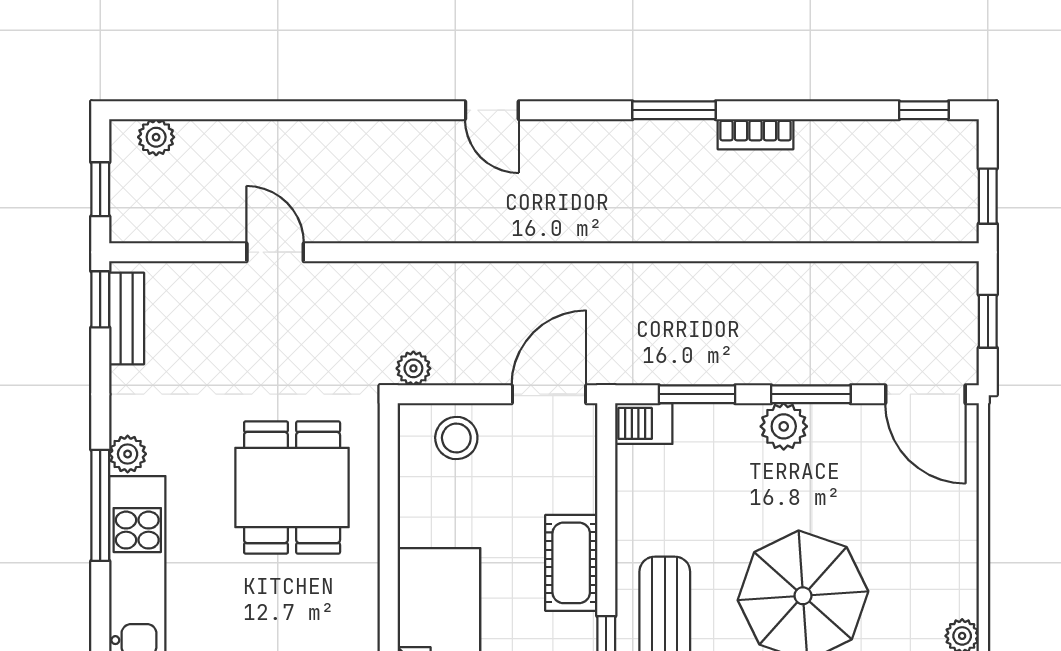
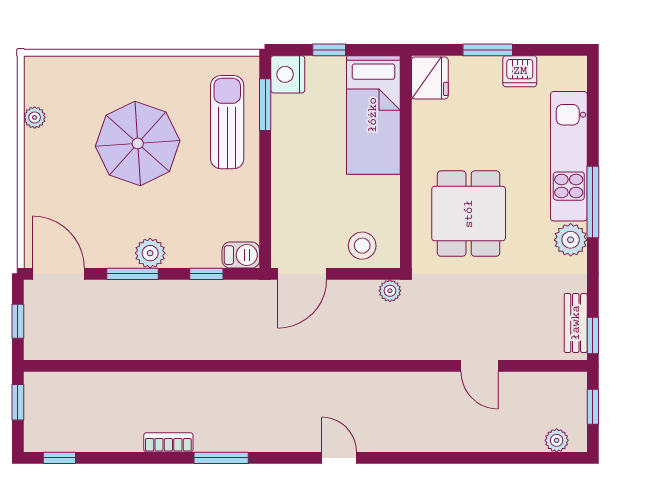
window: (697, 394) -> (206, 274), width x0.67
plant: (128, 454) -> (571, 240), width x1.38, depth x1.38
cot: (571, 563) -> (288, 165), removed

